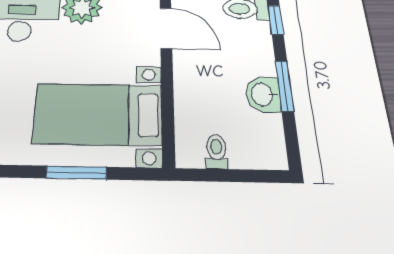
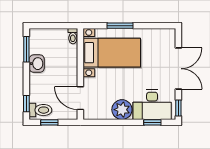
window: (284, 86) -> (26, 49), moved
toilet: (216, 152) -> (73, 36), moved

